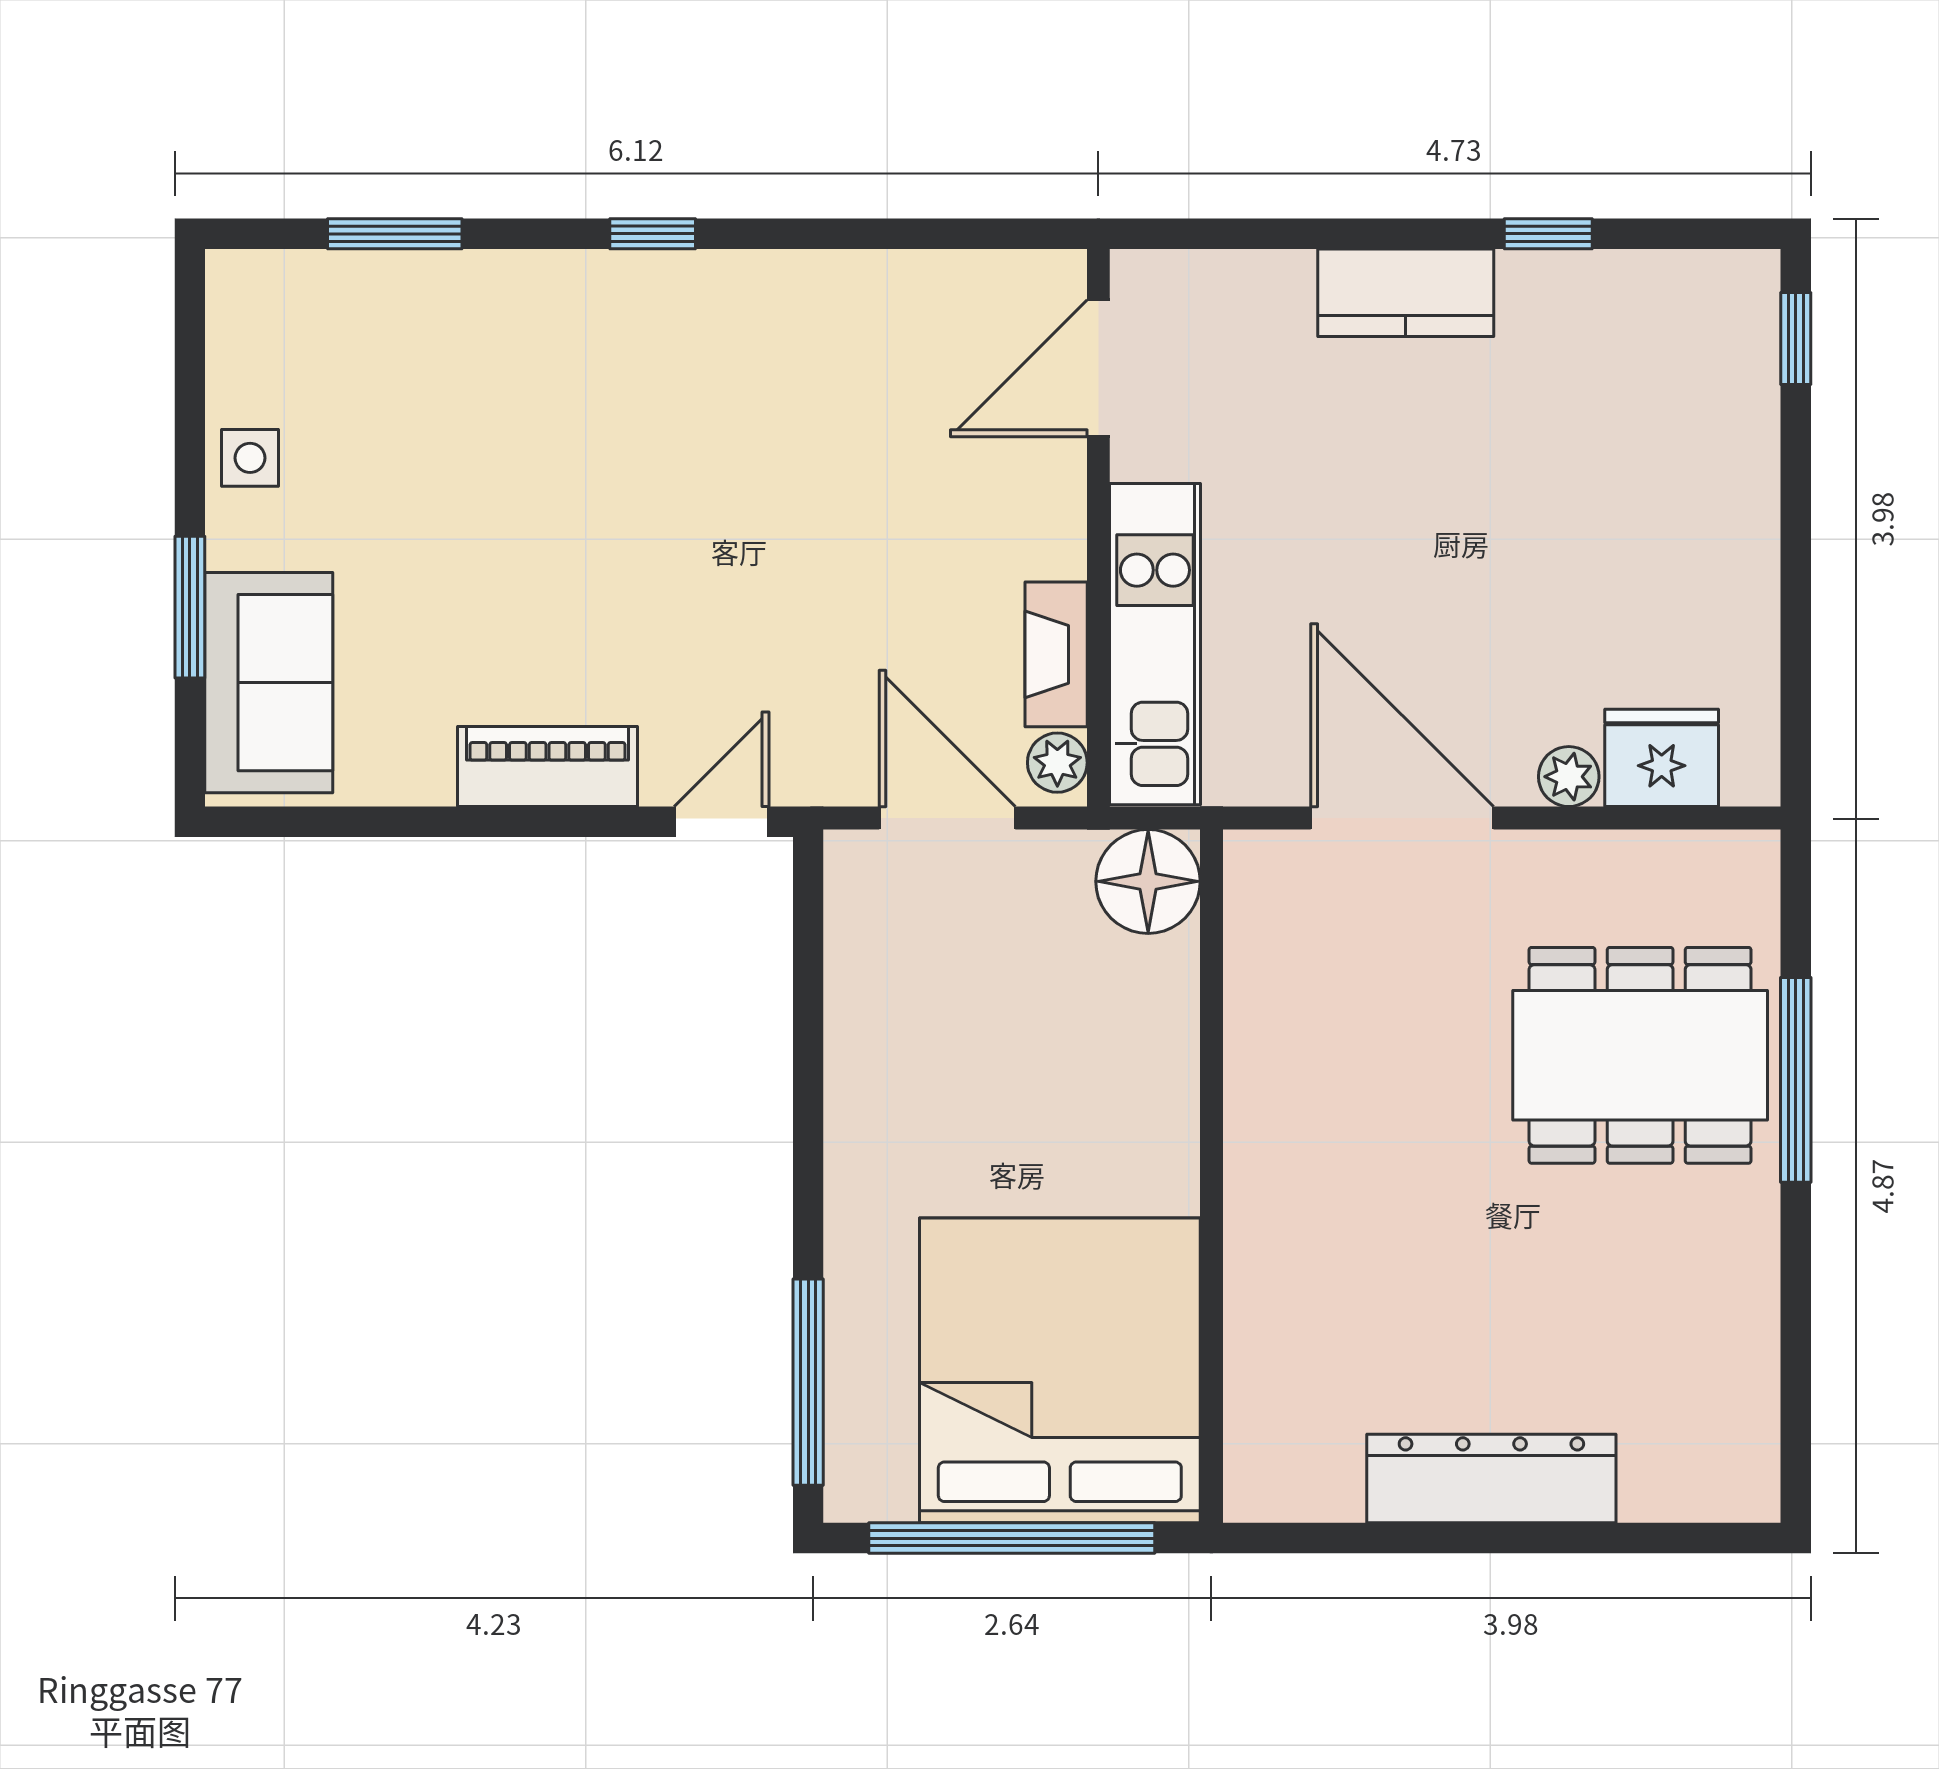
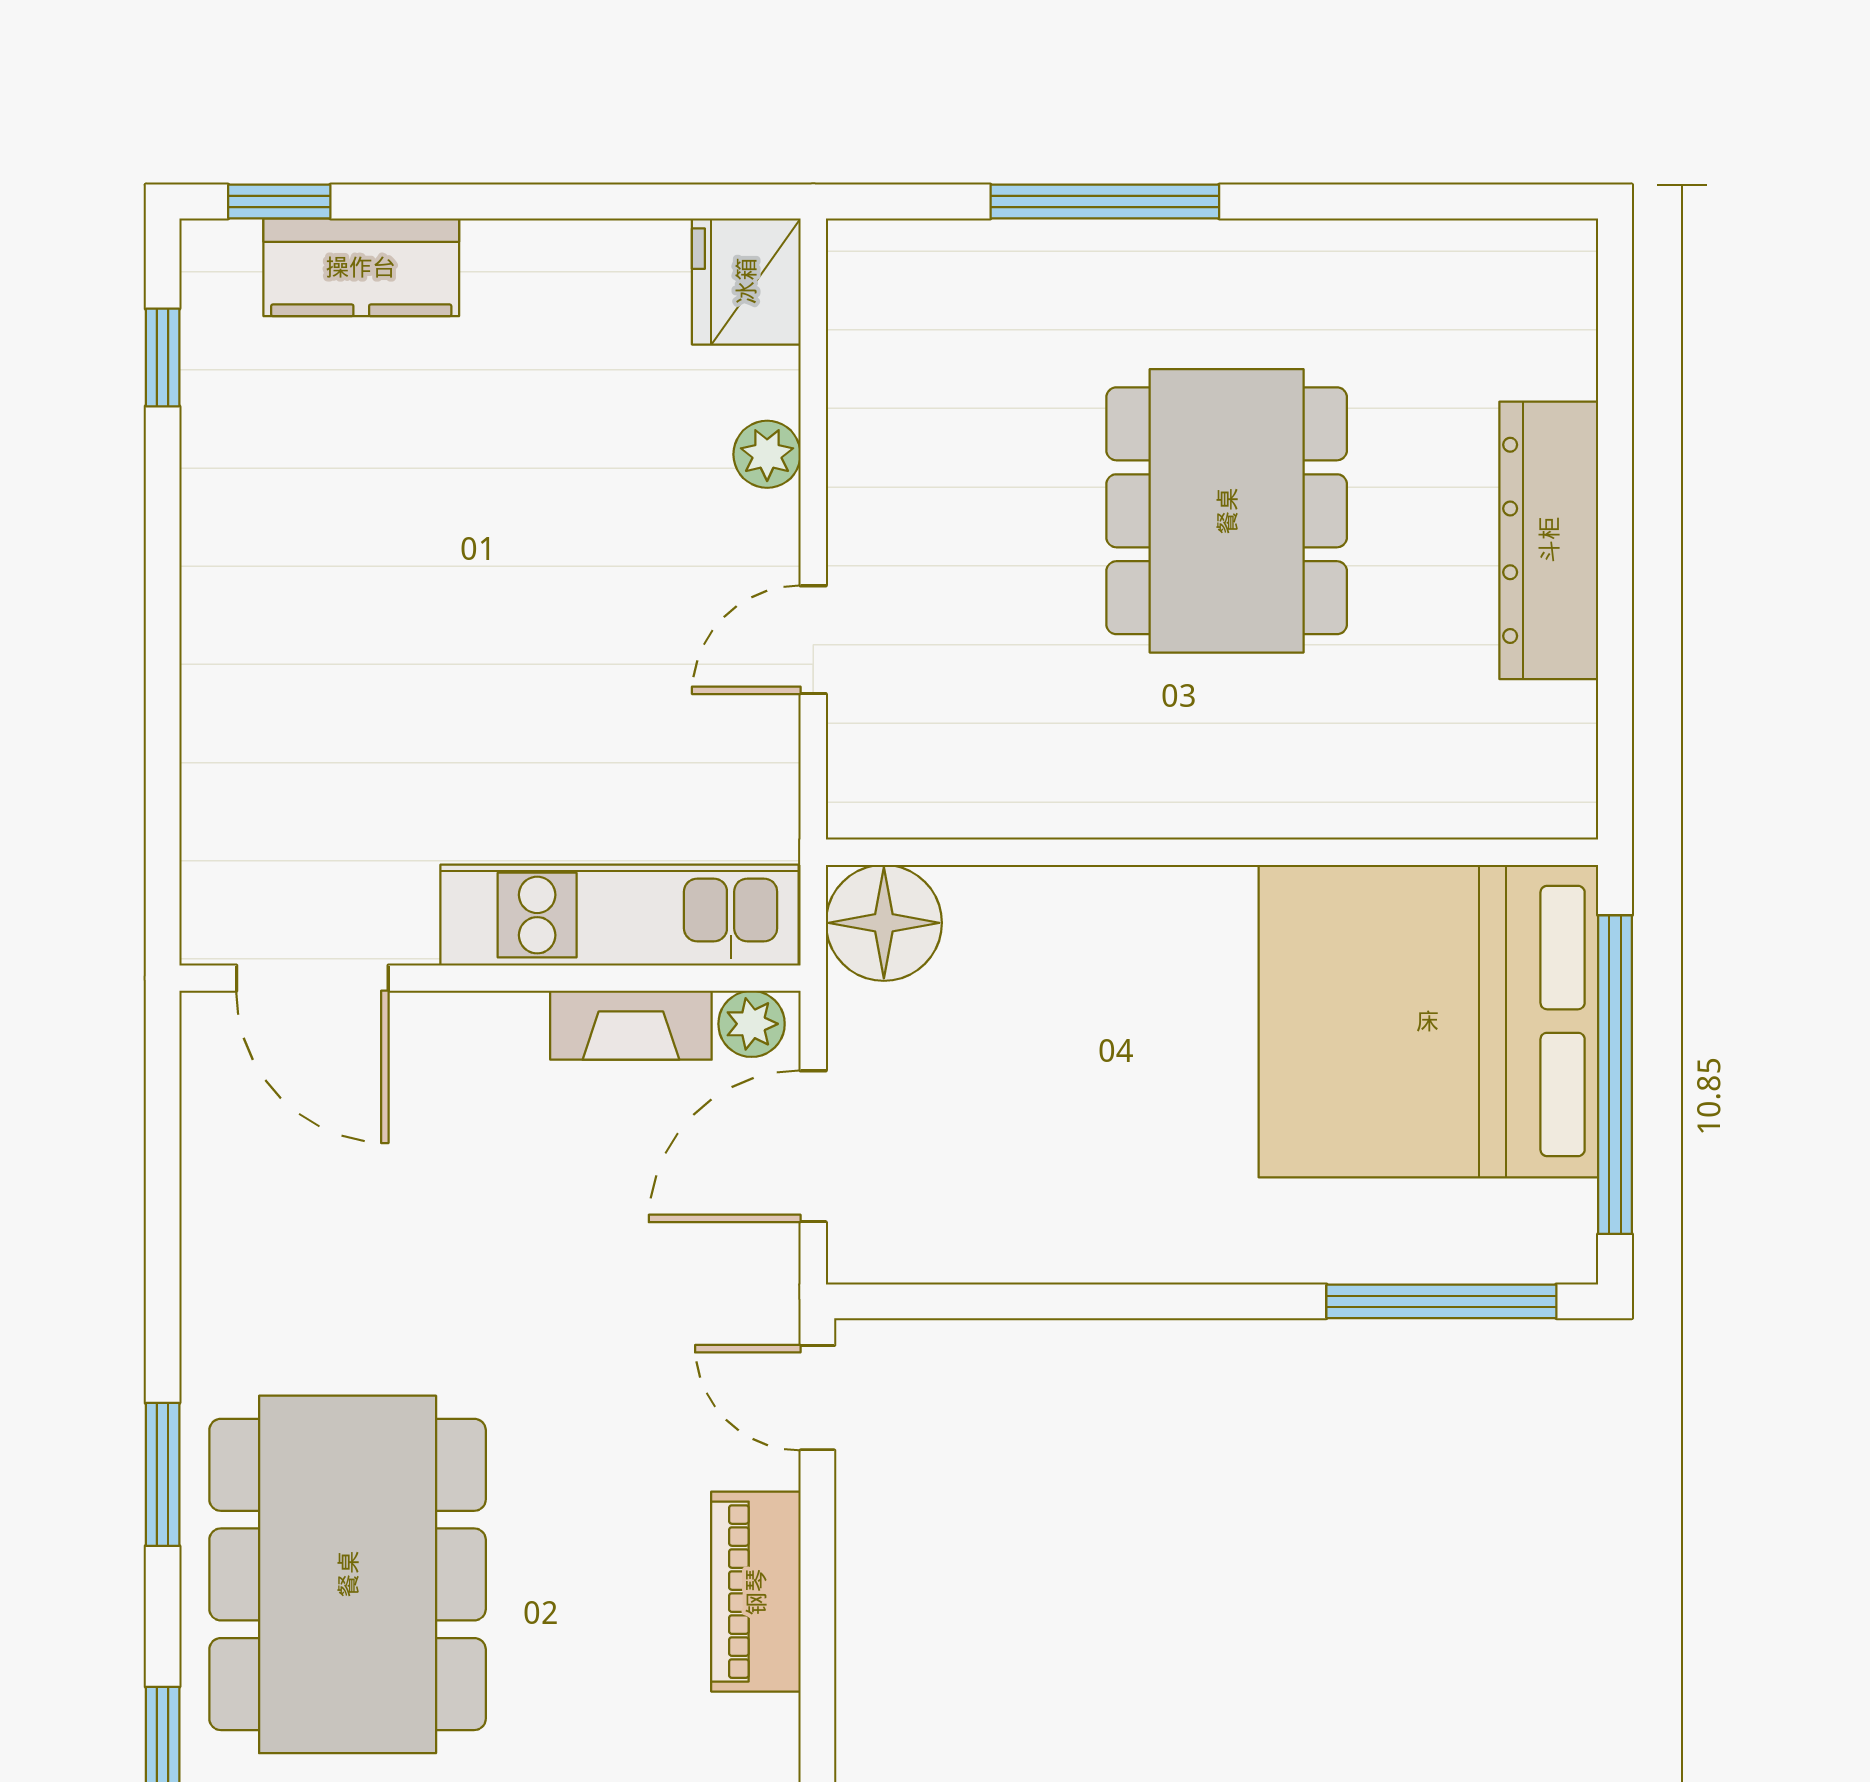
window: (653, 234) -> (163, 1474), width x1.50
window: (1548, 234) -> (163, 357), moved
kitchen counter: (1406, 293) -> (361, 267), moved, turned 90
dining table: (563, 400) -> (348, 1574), added
fridge: (1662, 758) -> (746, 281), moved
door: (1402, 818) -> (813, 640), width x0.53
dining table: (1640, 1055) -> (1227, 511), moved

